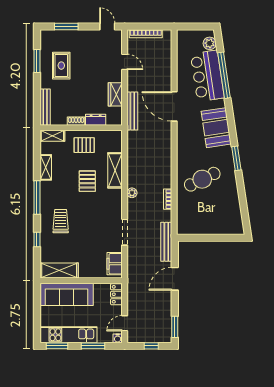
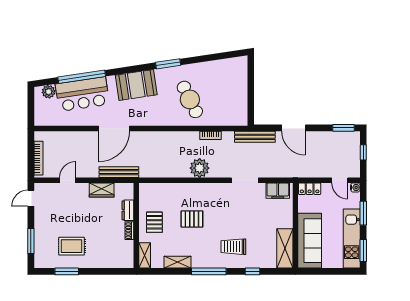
bench: (45, 107) -> (115, 263), removed
shelving: (115, 170) -> (181, 190), removed
plant: (132, 193) -> (200, 168), width x1.87, depth x1.87

